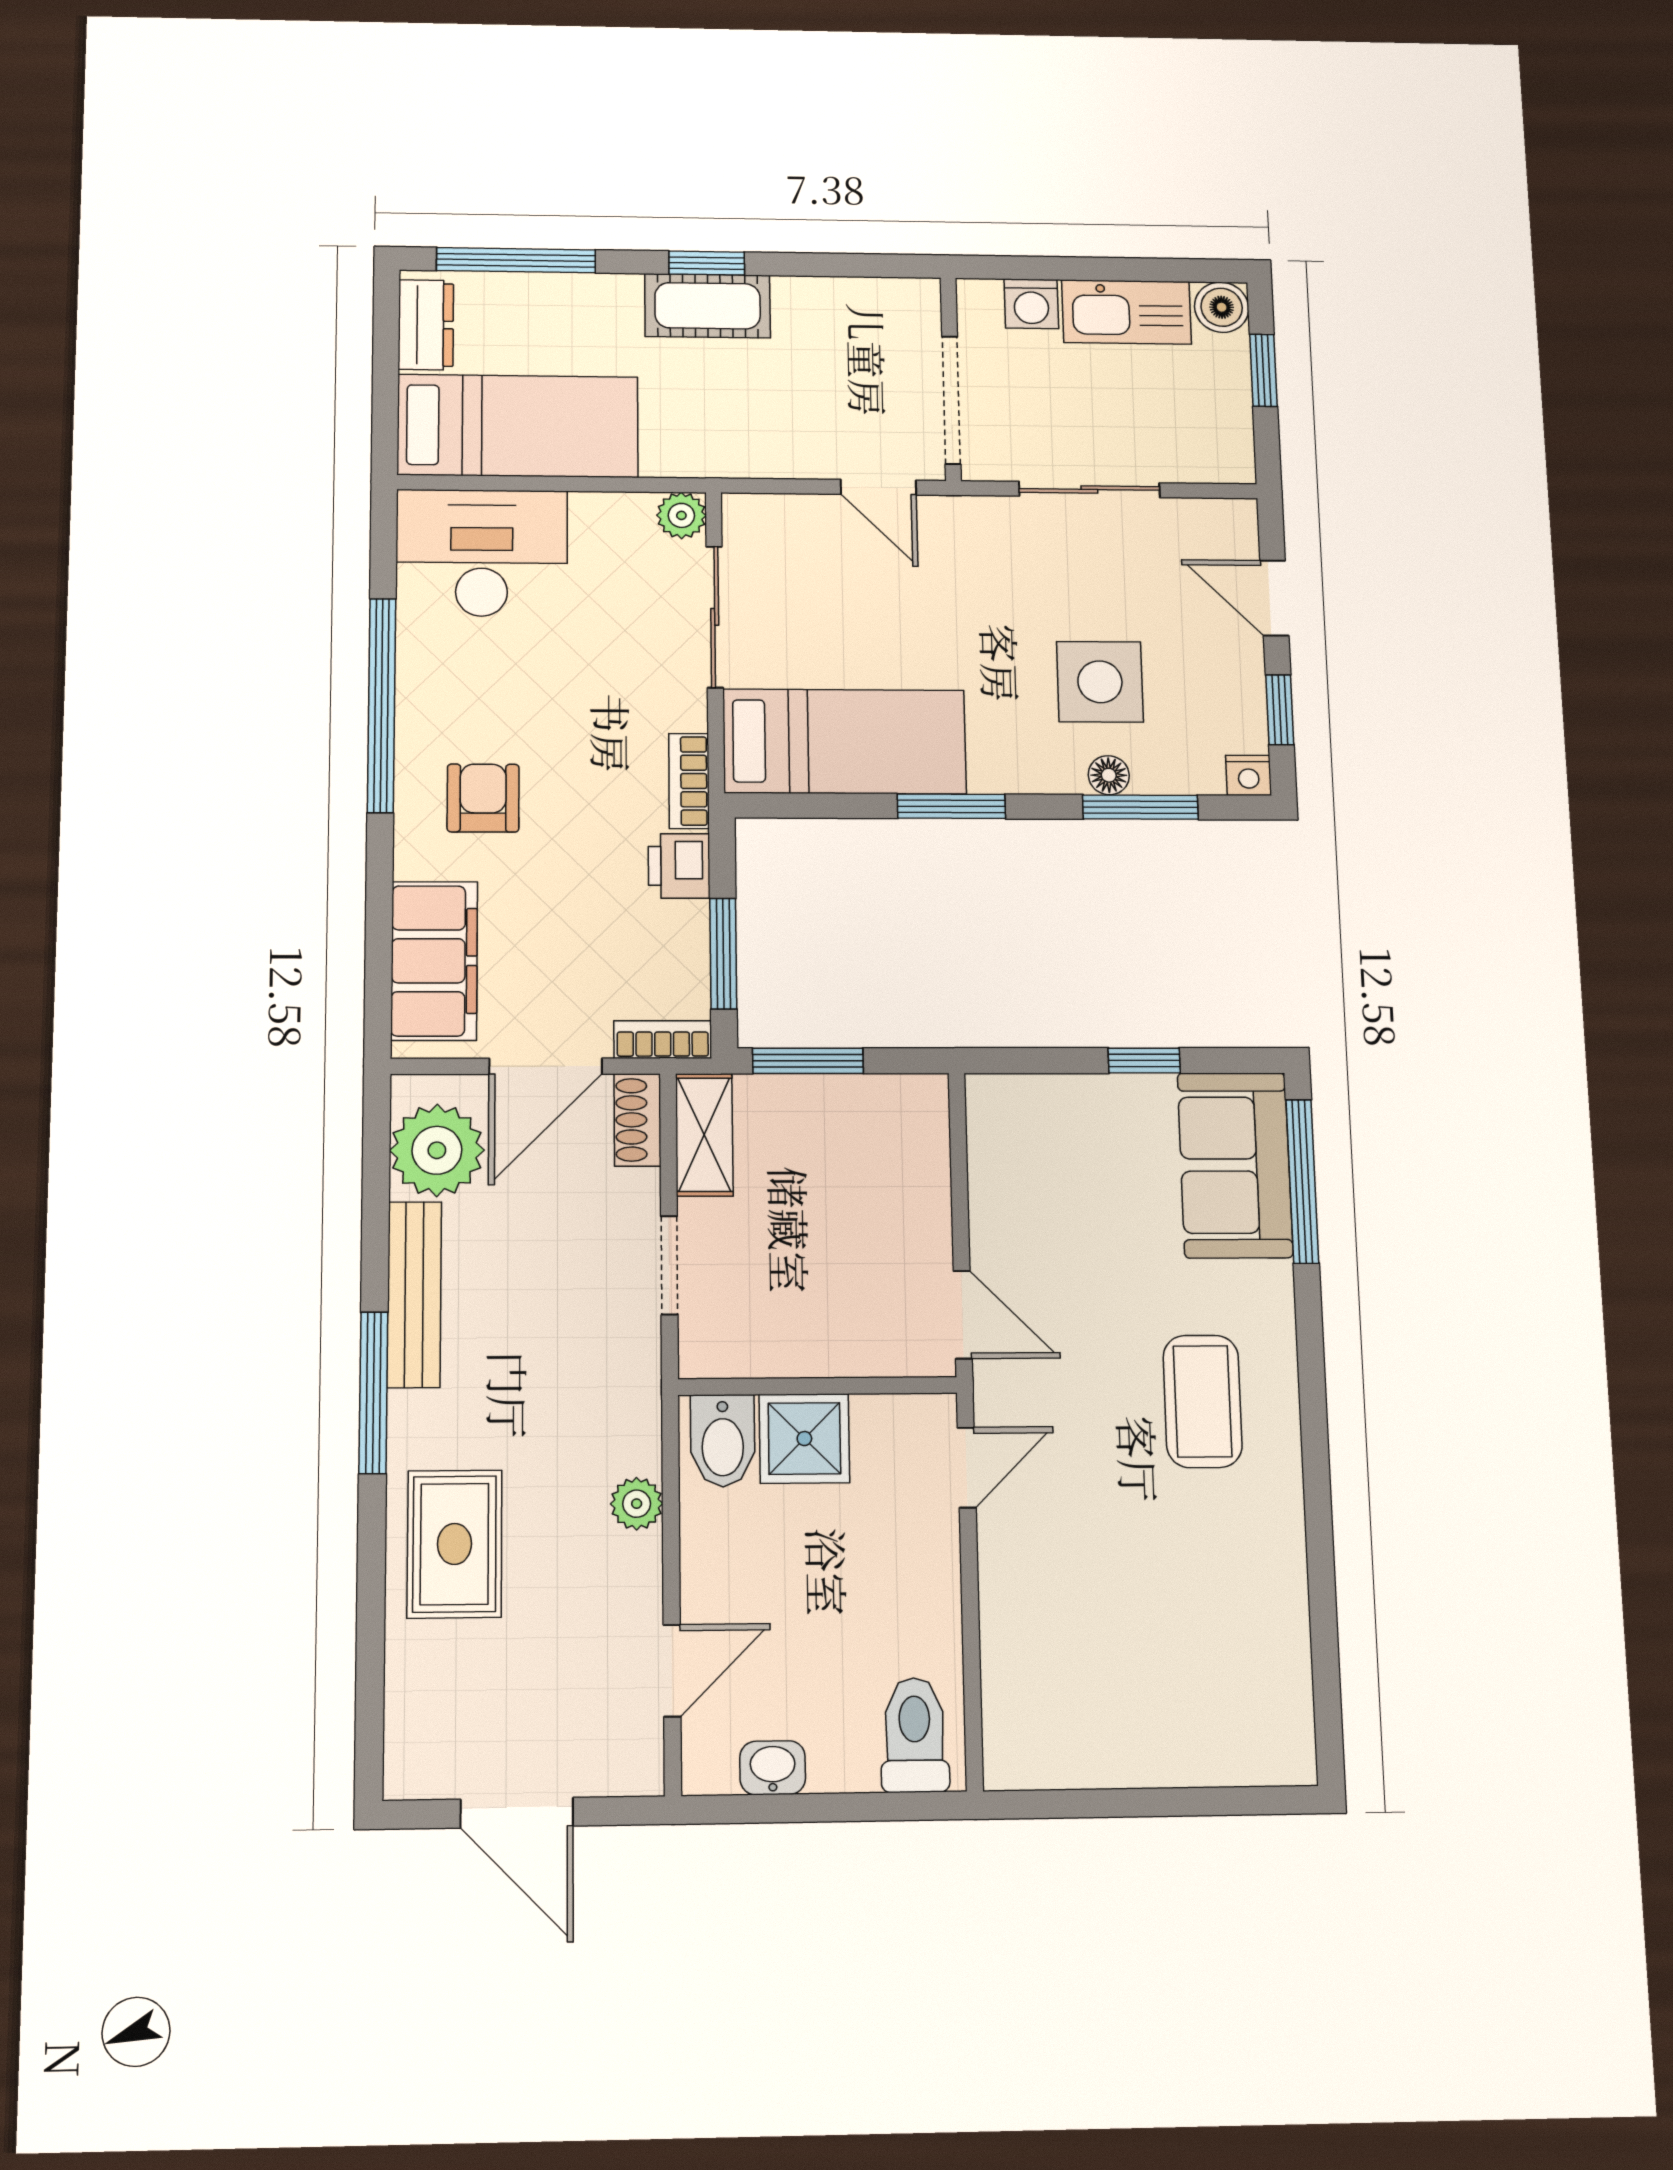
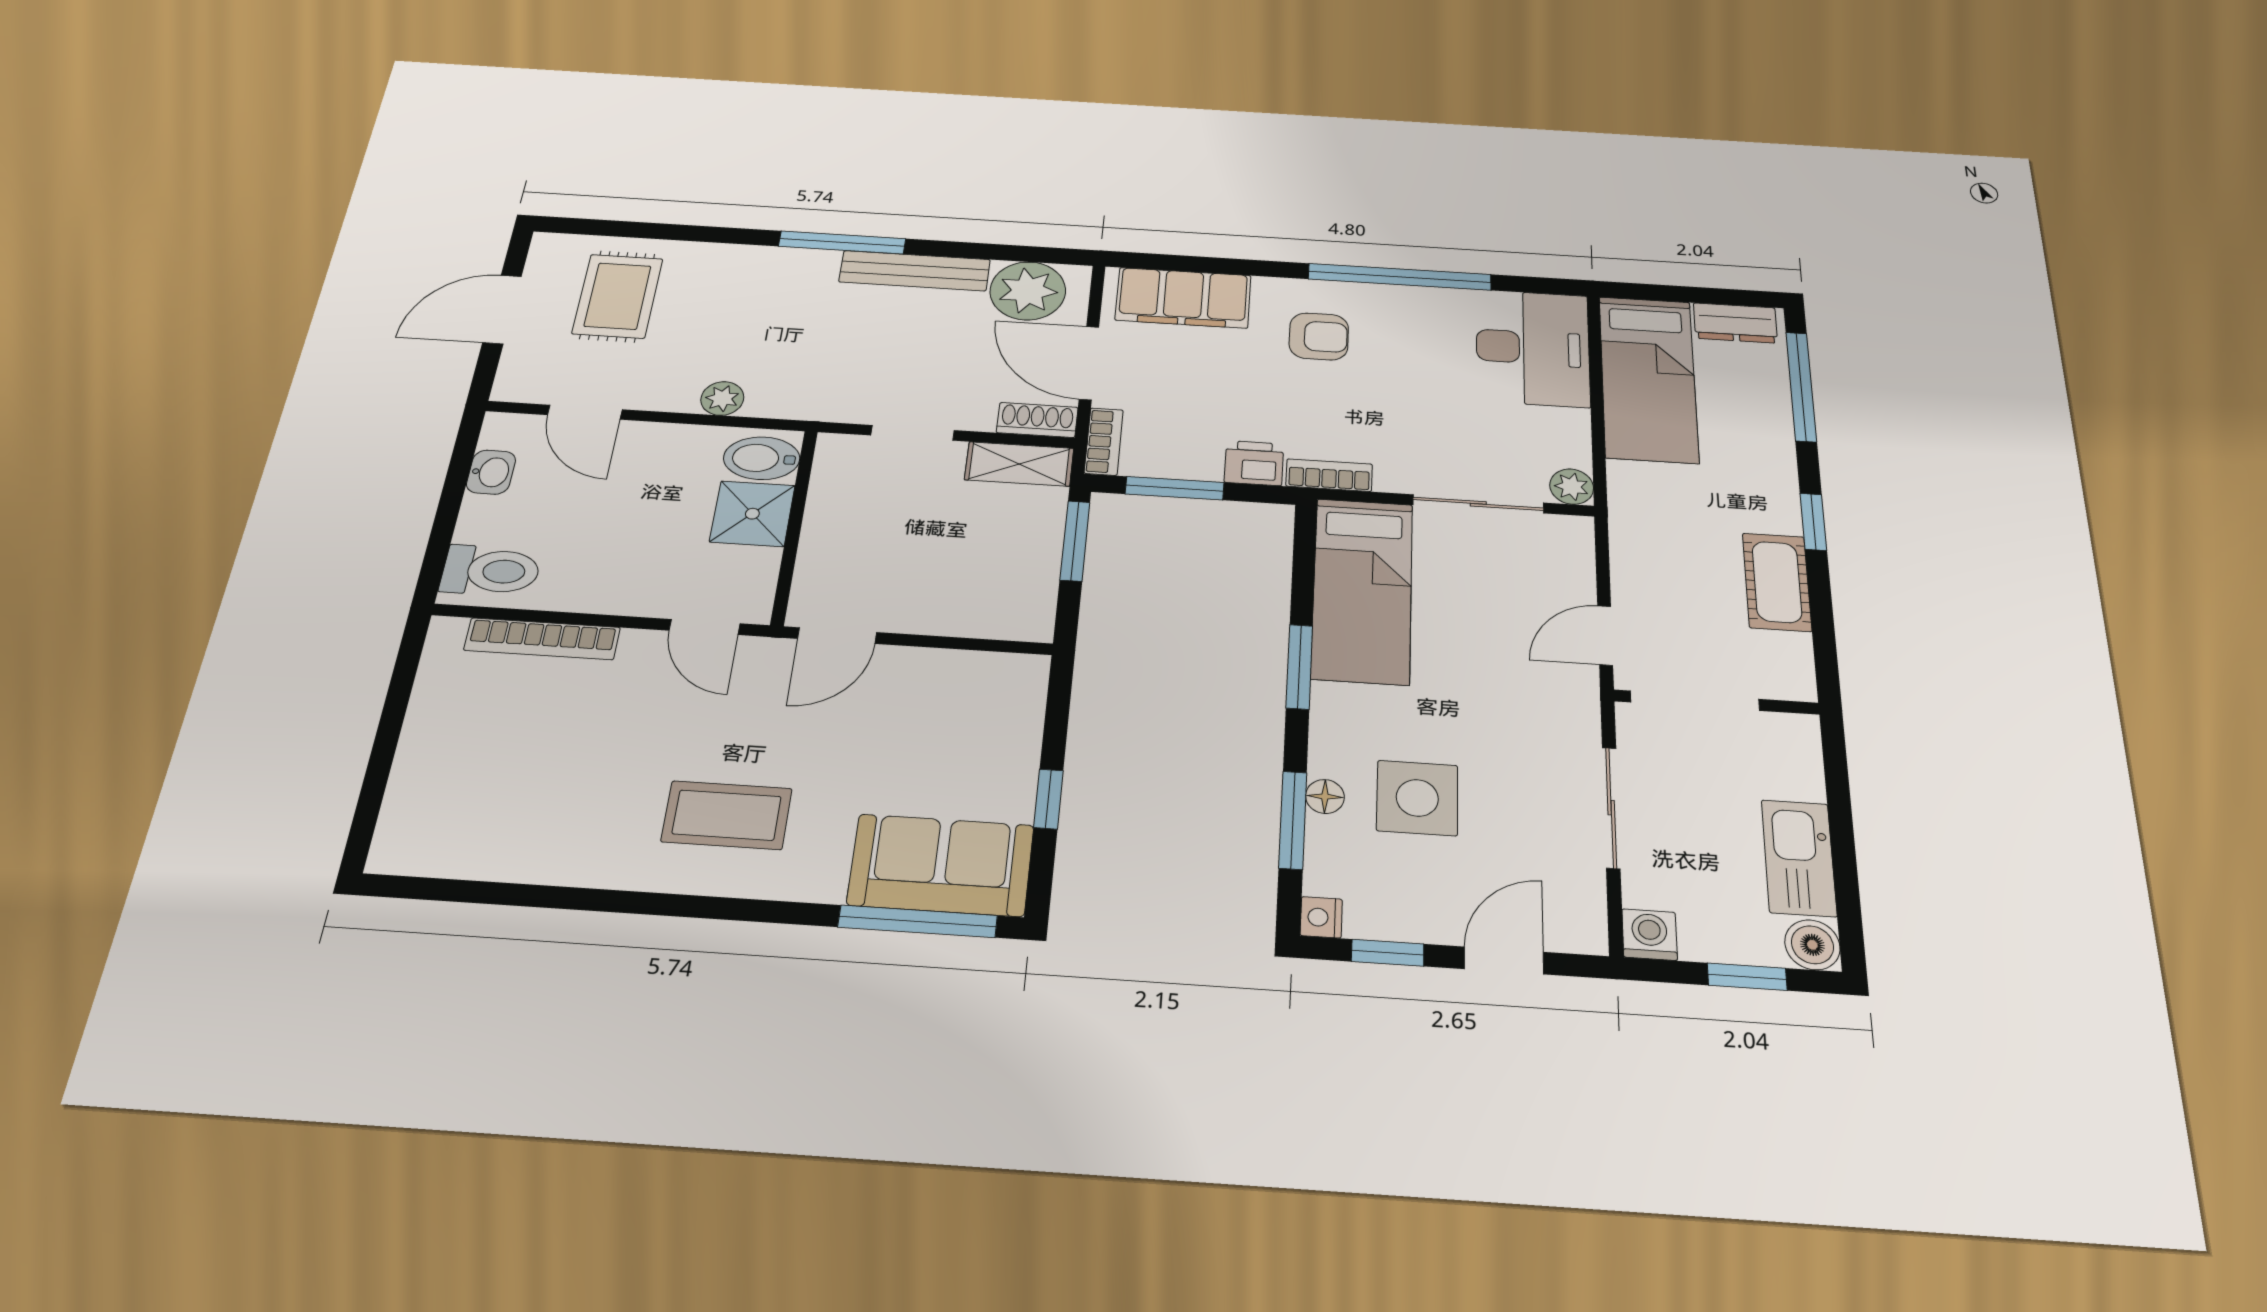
washing machine: (1031, 304) -> (1650, 935), moved, turned 90
cot: (708, 306) -> (1777, 582), moved
rug: (454, 1544) -> (618, 296), moved, turned 90
bookcase: (1002, 1653) -> (542, 639), added

